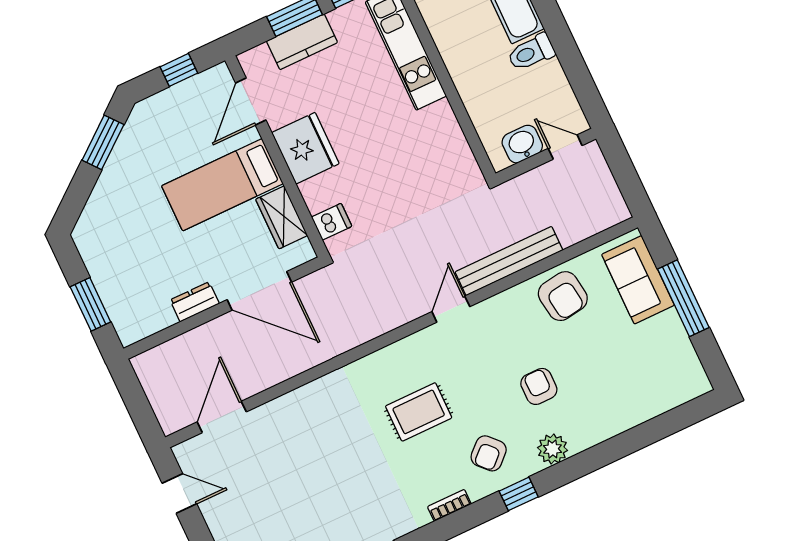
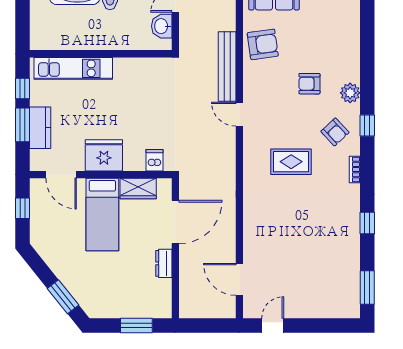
window: (103, 142) -> (63, 297), moved
rug: (419, 412) -> (291, 162), turned 90

